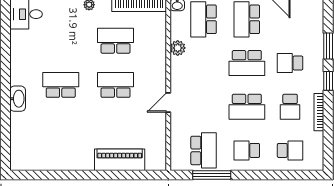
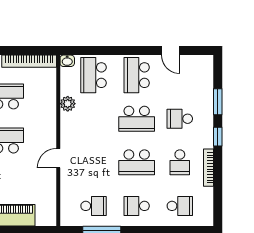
school desk: (204, 150) -> (94, 206), width x0.54

